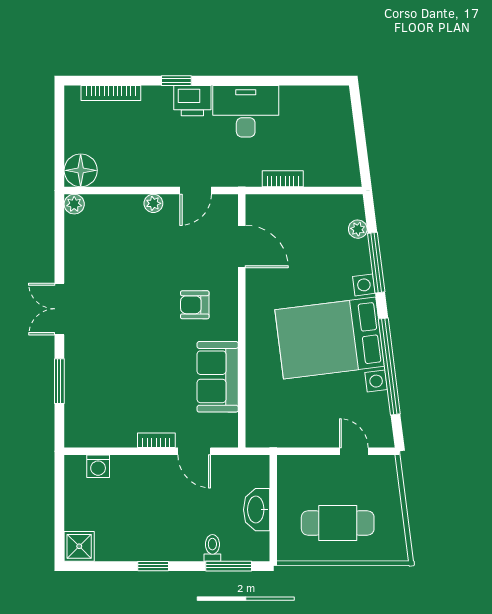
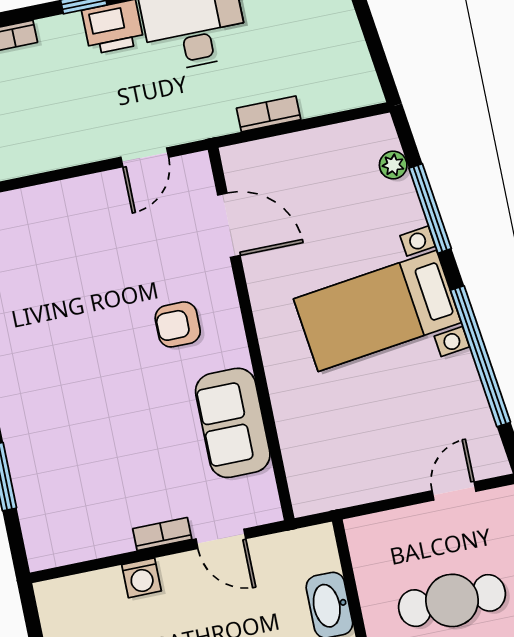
plant: (153, 203) -> (87, 189), removed
bed with nightstands: (330, 338) -> (377, 311), width x0.73
door: (354, 451) -> (454, 491), hinge flipped
washing machine: (98, 466) -> (141, 578), moved

